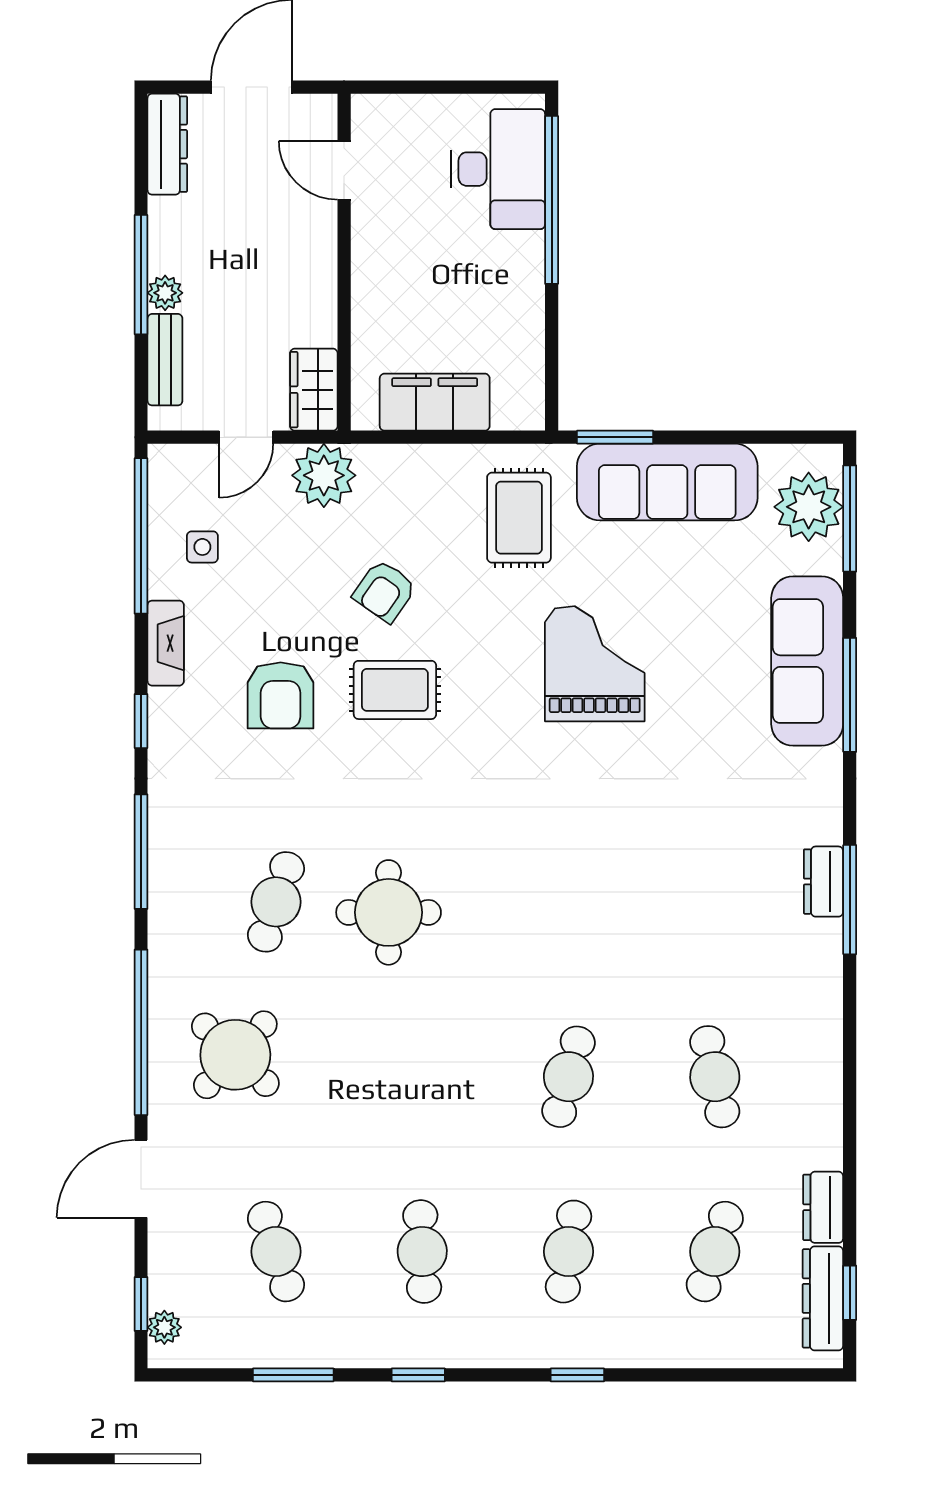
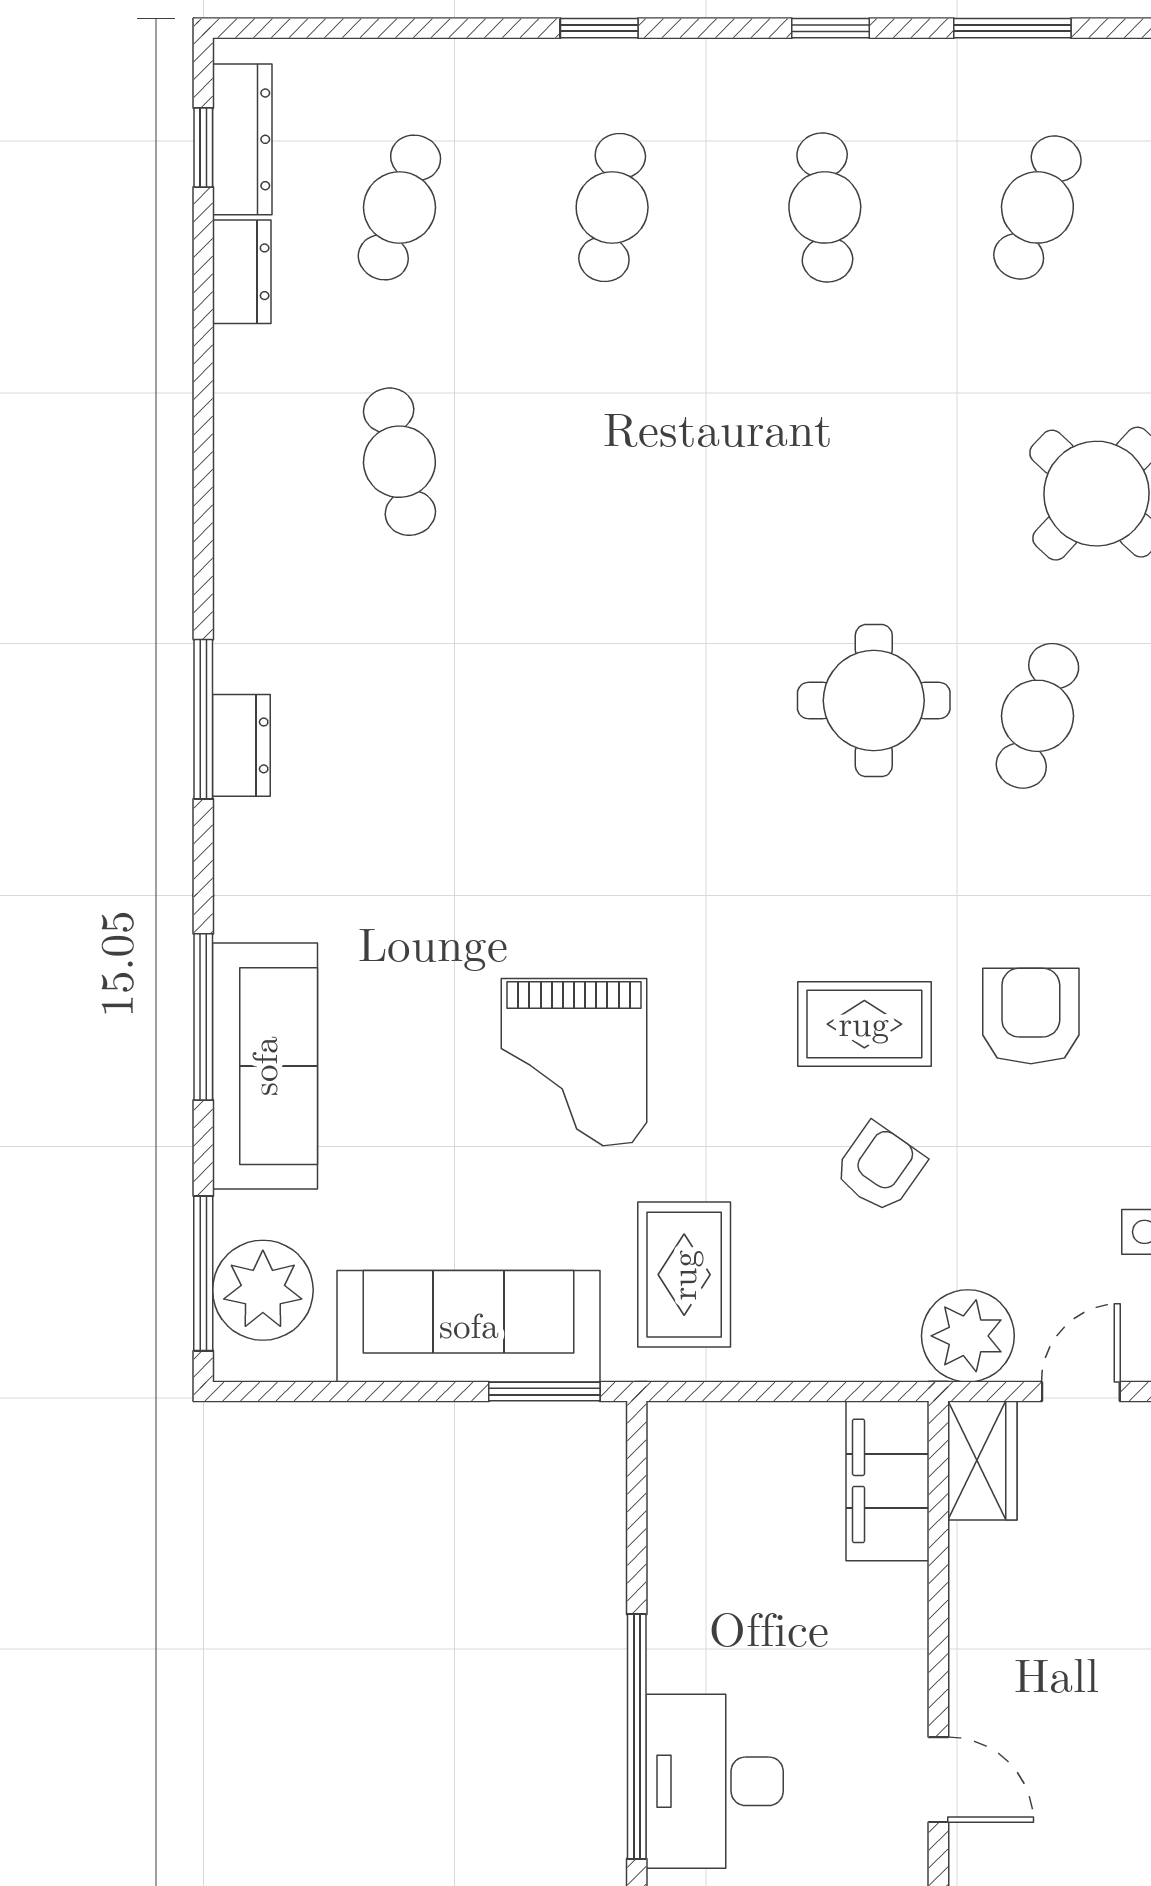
filing cabinet: (435, 402) -> (887, 1481), moved, turned 90
cafe table: (568, 1077) -> (612, 462), removed
cafe table: (276, 1252) -> (1037, 207), turned 39

